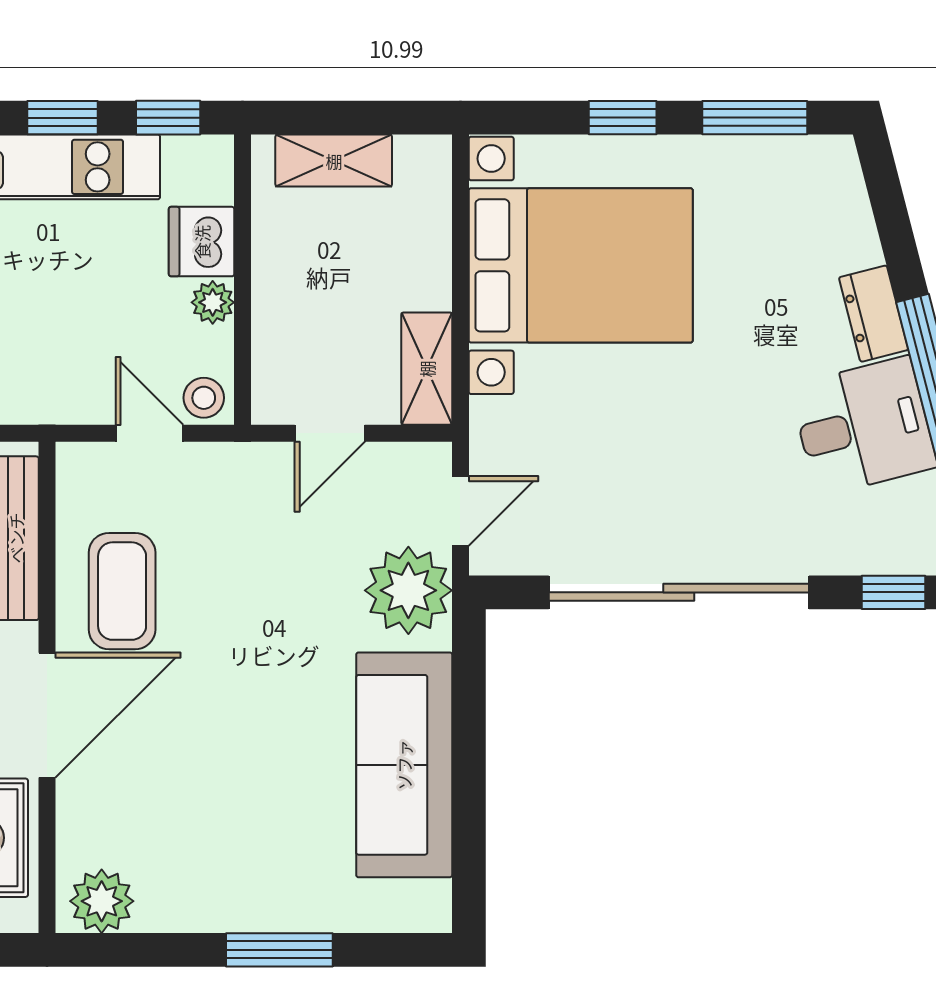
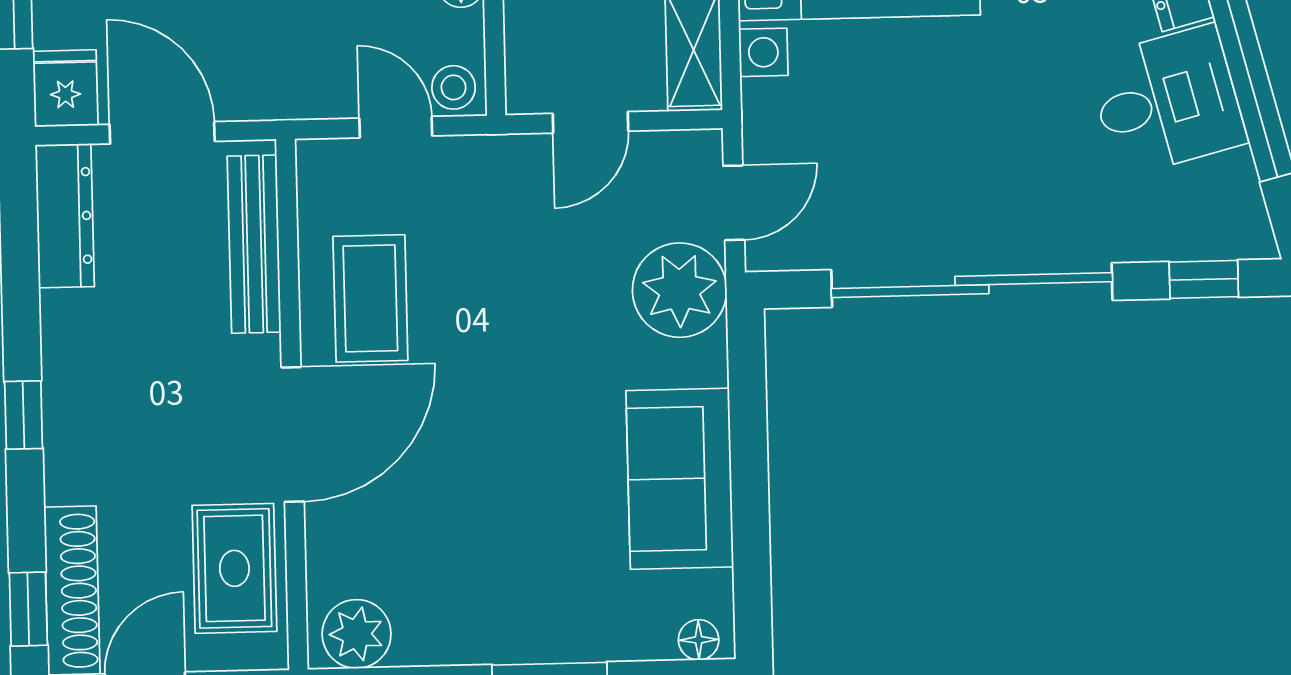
sofa: (404, 765) -> (680, 479), width x0.73
floor lamp: (418, 914) -> (699, 640), added

